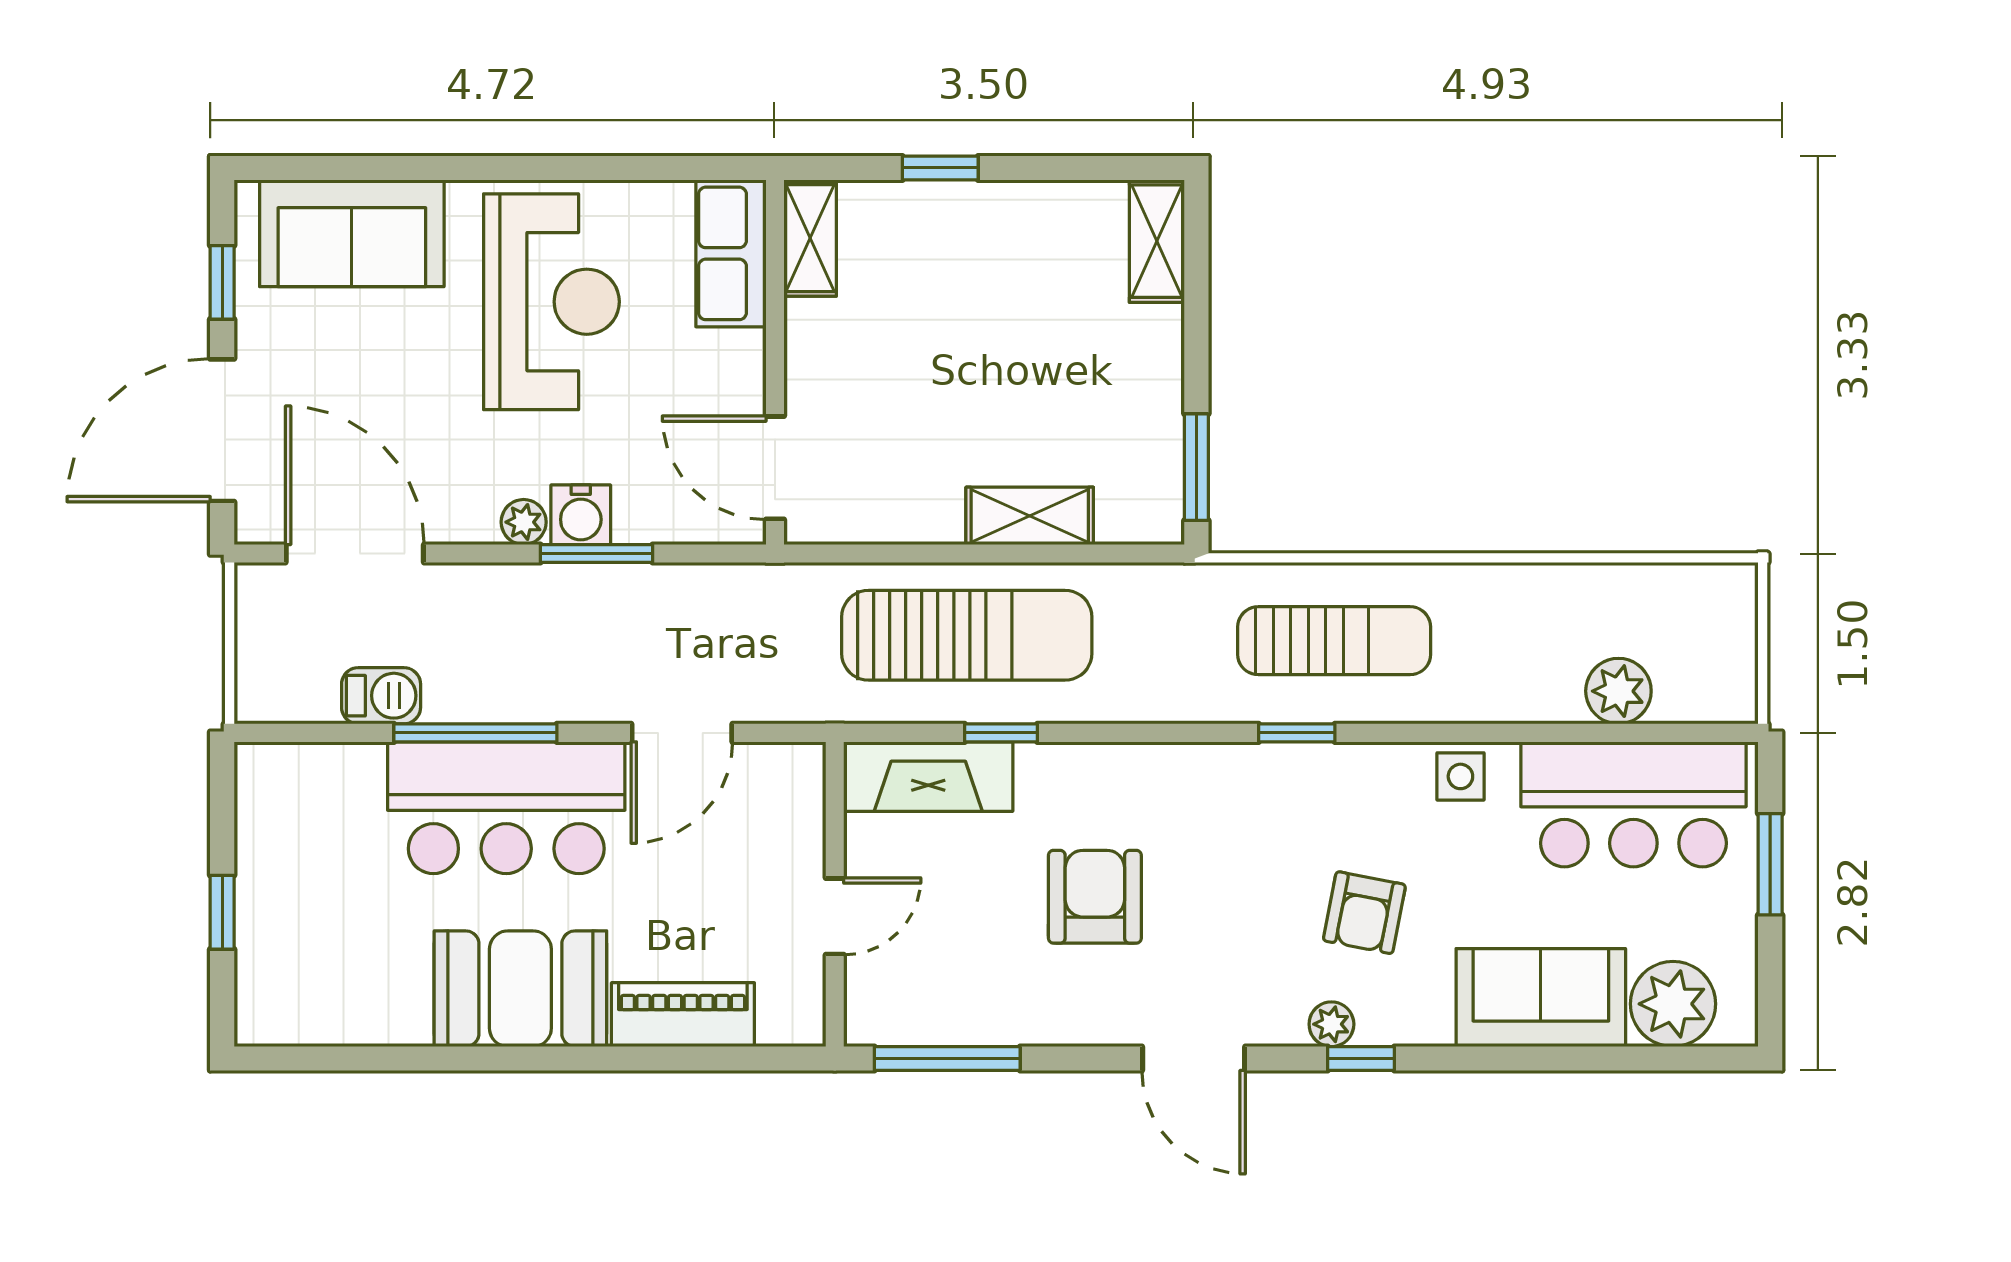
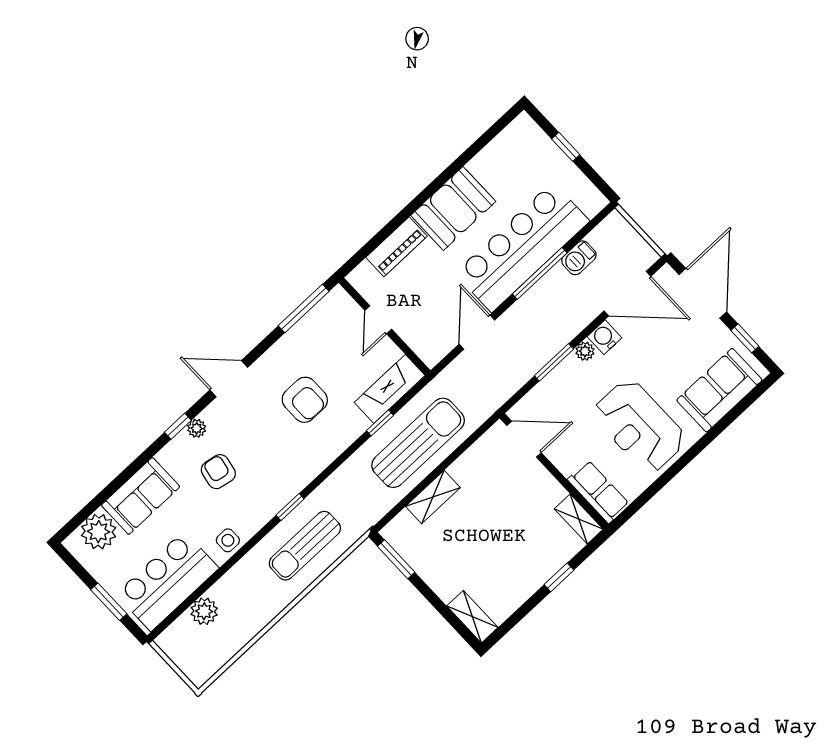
water cooler: (581, 515) -> (604, 337), moved
sun lounger: (967, 635) -> (418, 443), turned 180
bar counter: (506, 808) -> (522, 247), width x1.36

